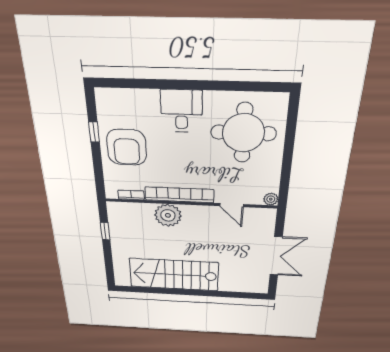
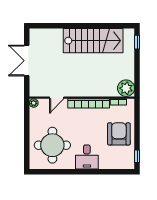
window: (94, 132) -> (137, 156), moved
door: (232, 205) -> (57, 98), swing flipped
plant: (168, 215) -> (126, 88), moved
window: (105, 231) -> (137, 42), moved

